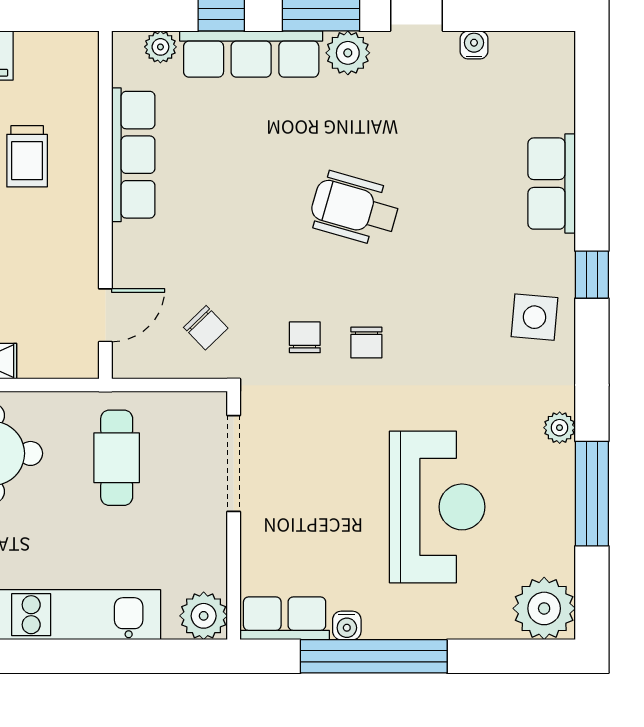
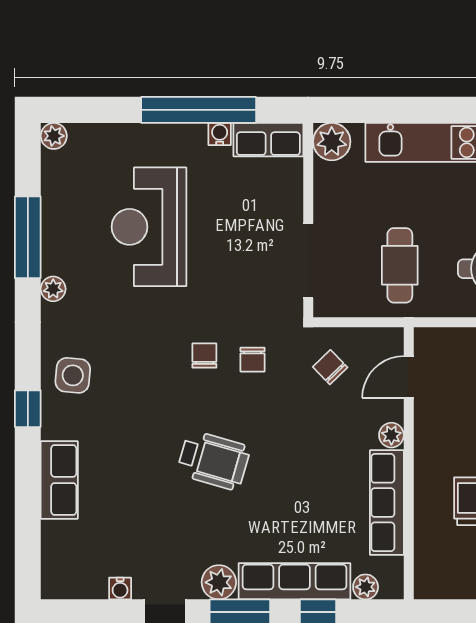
plant: (127, 241) -> (391, 435), added
plant: (544, 608) -> (54, 136), width x0.53, depth x0.53

